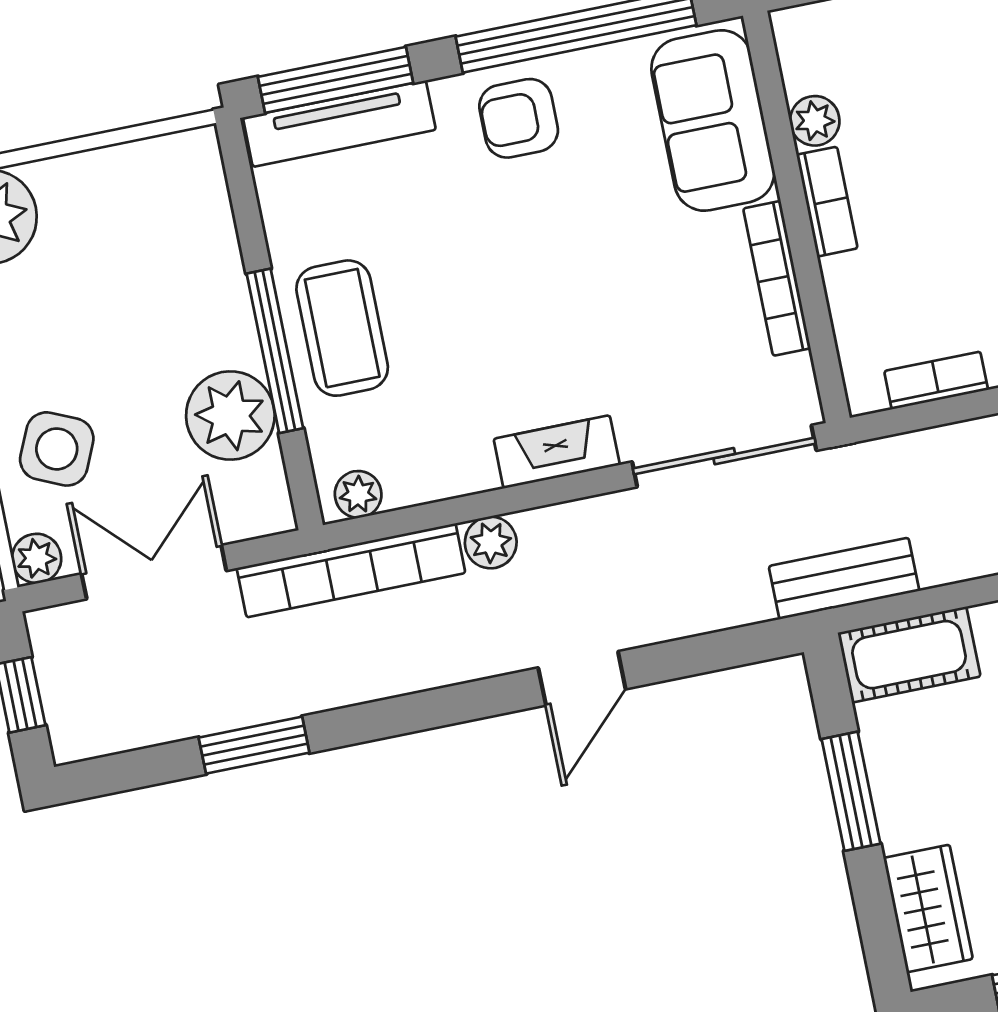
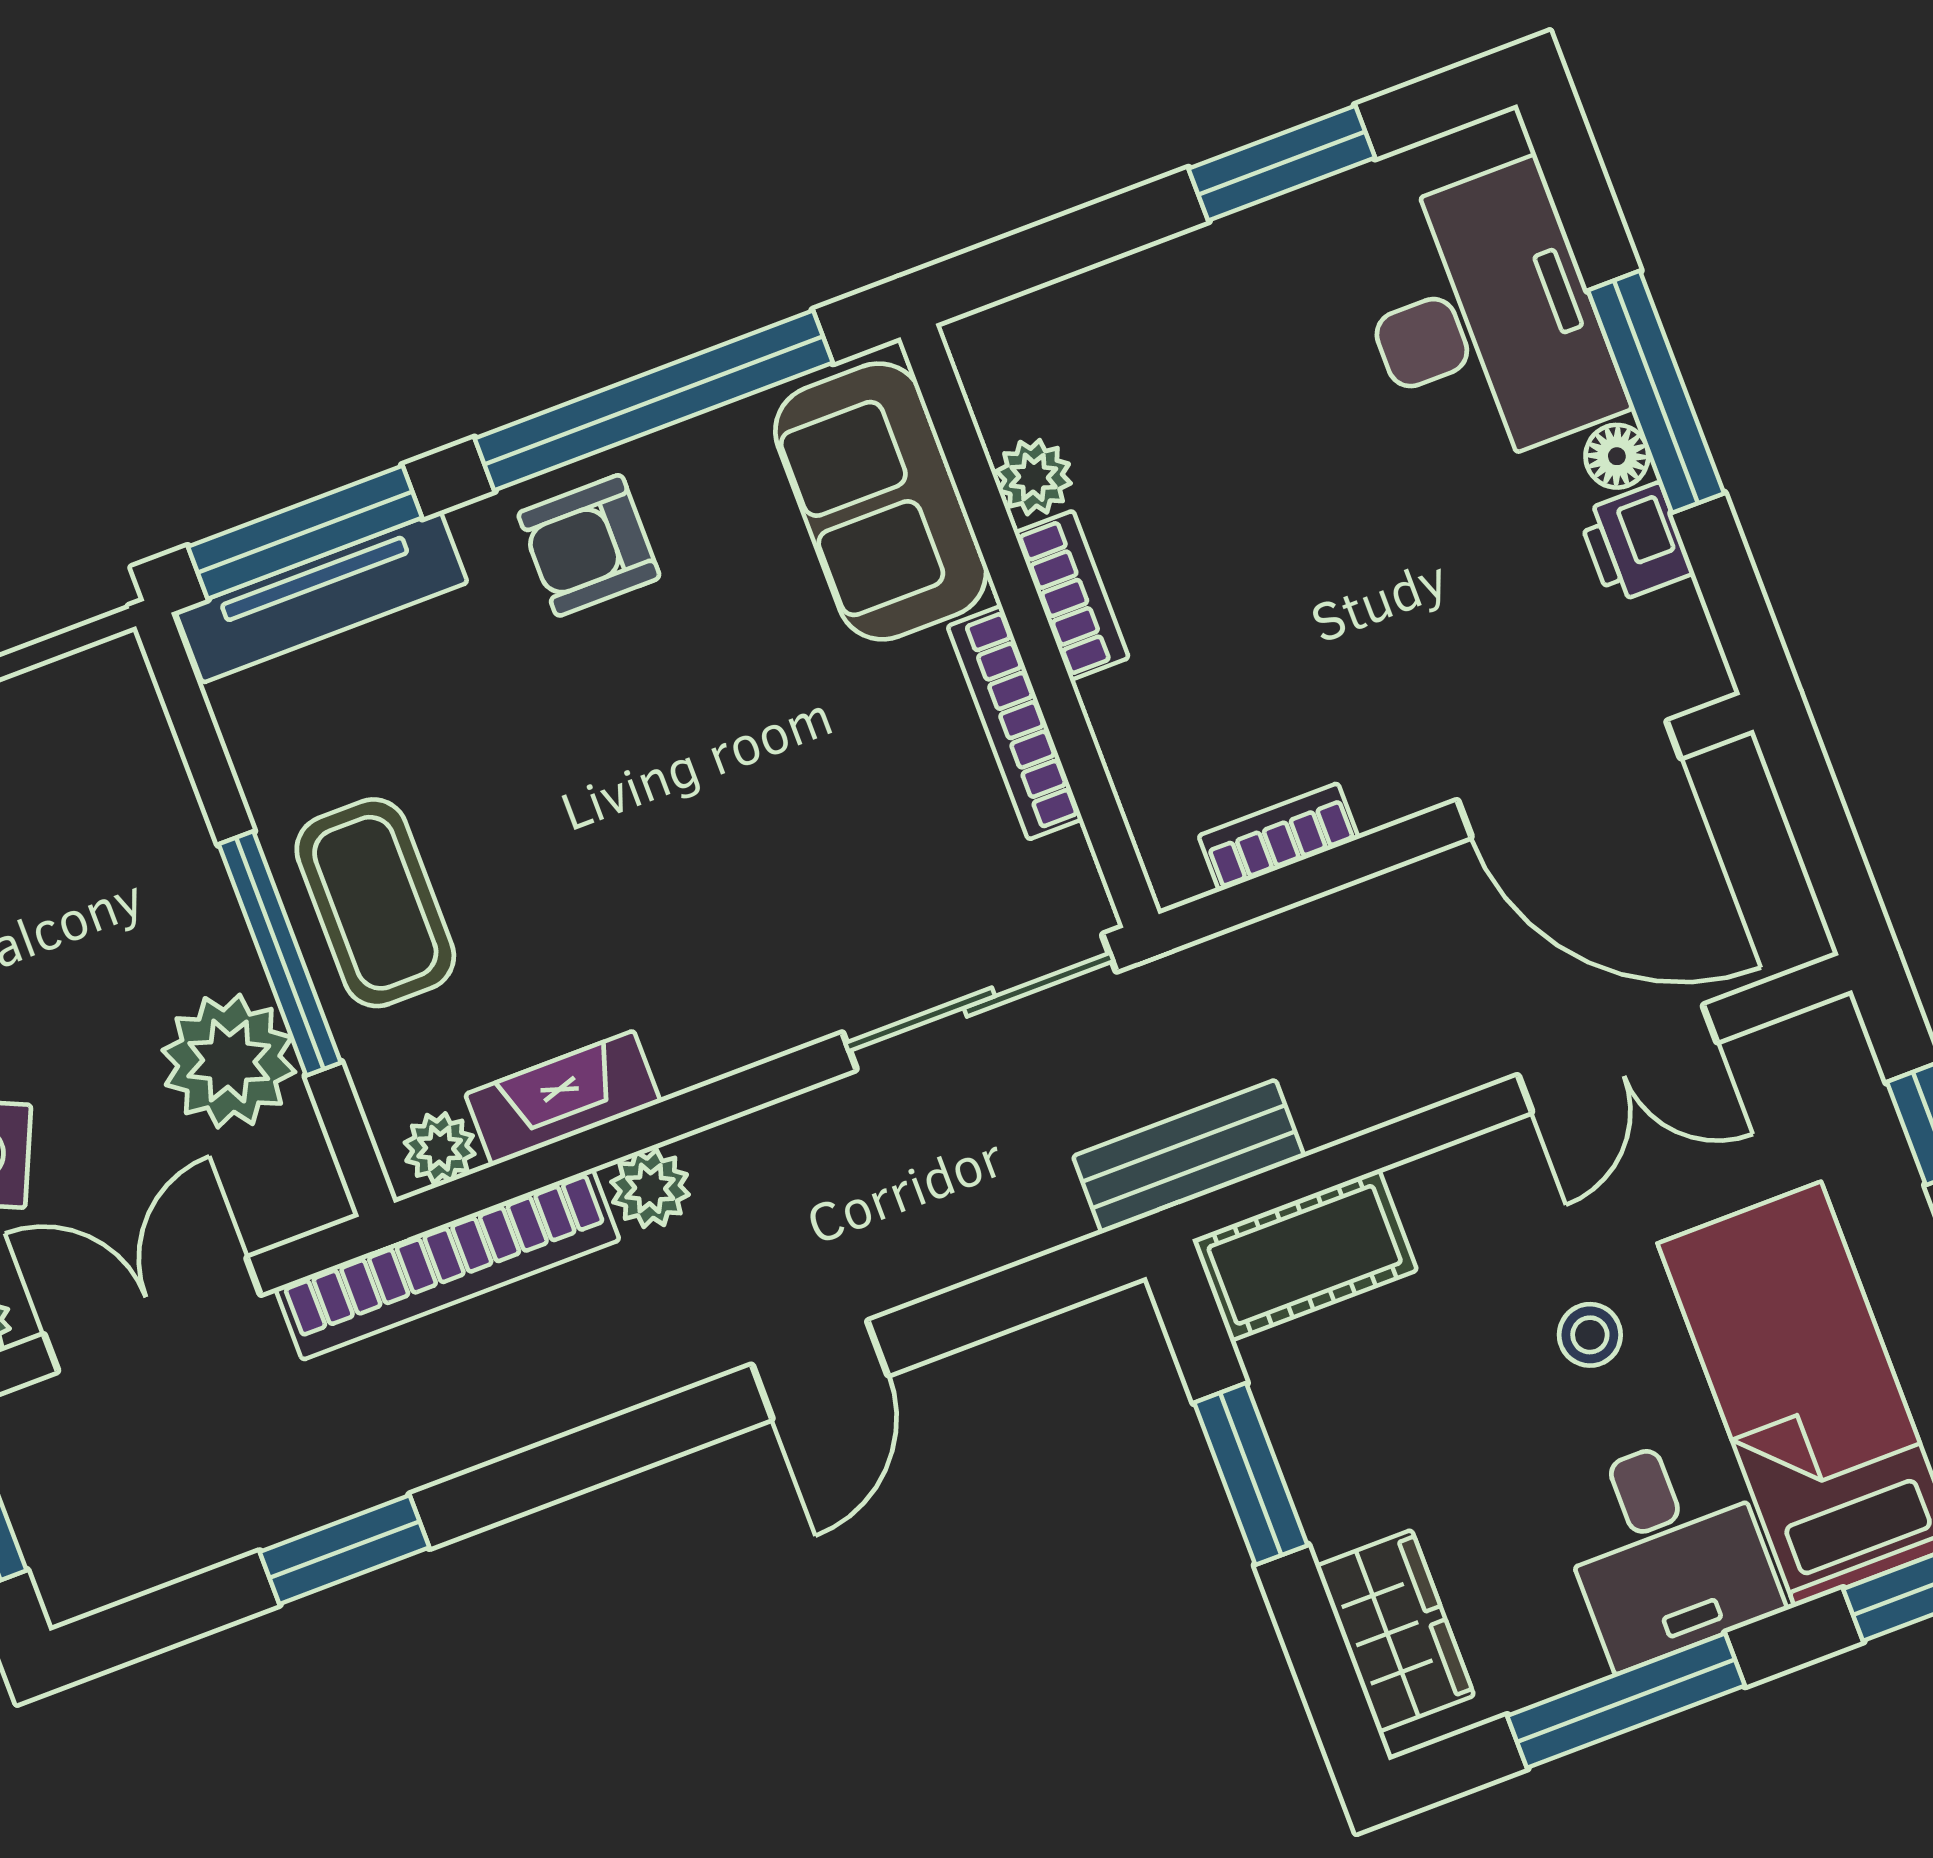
fireplace: (557, 452) -> (563, 1098), moved

